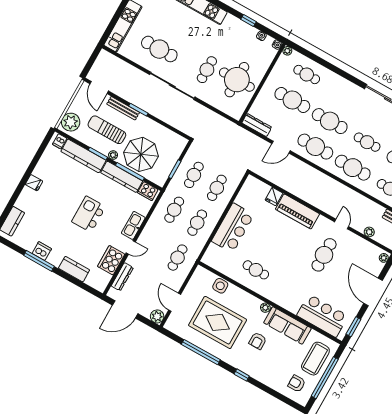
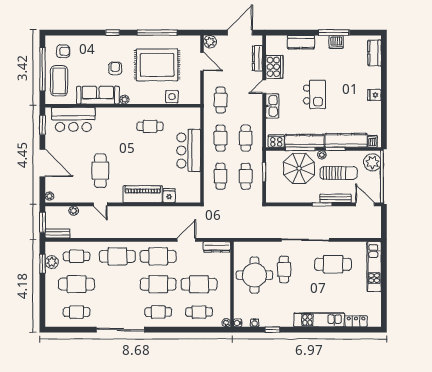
cafe table: (367, 142) -> (158, 312), moved

